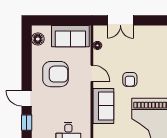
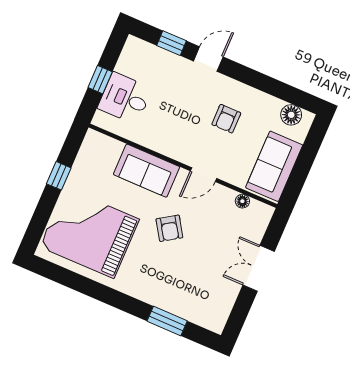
double door: (120, 20) -> (259, 268), moved
armchair: (55, 74) -> (226, 119), width x0.53, depth x0.53
armchair: (130, 79) -> (169, 228), turned -123

